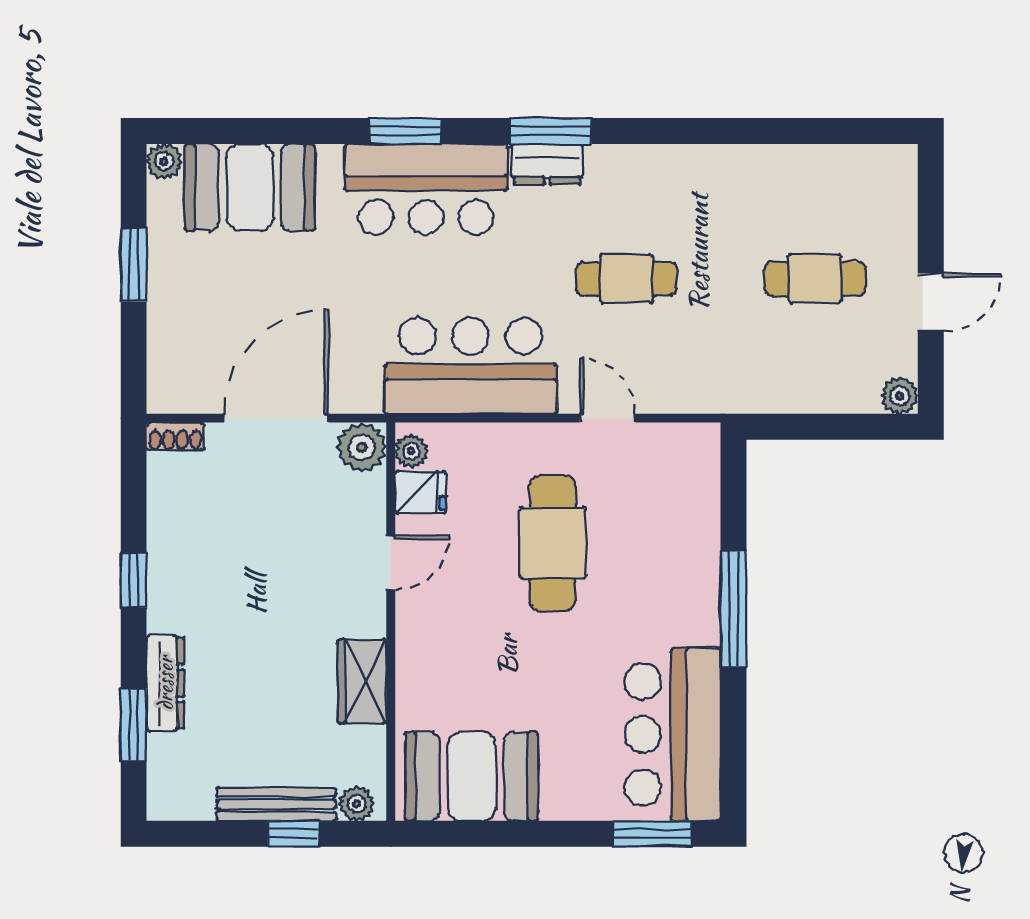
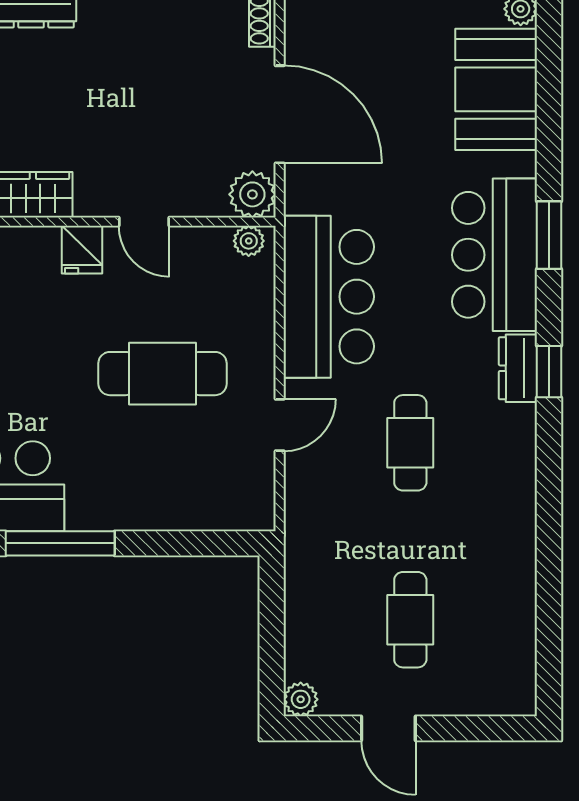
window: (551, 131) -> (549, 372), width x0.67
fridge: (421, 492) -> (82, 250), moved
window: (734, 609) -> (60, 543), moved

